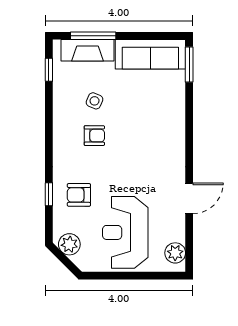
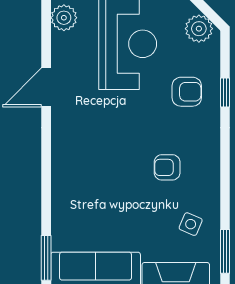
window: (49, 70) -> (225, 251), width x1.50
side table: (95, 101) -> (191, 224), moved

